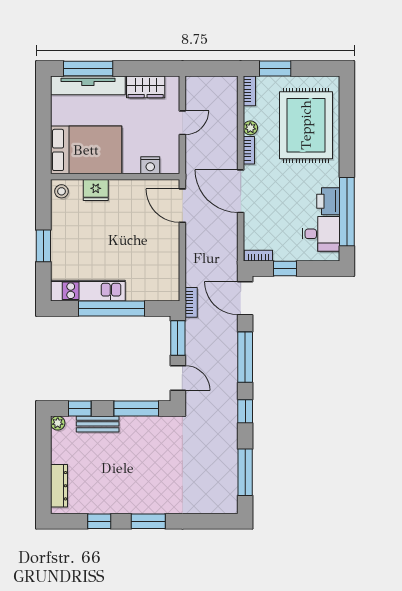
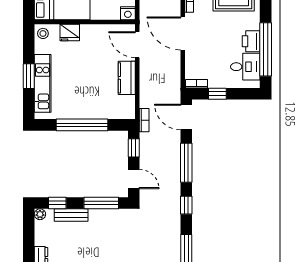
nightstand: (150, 165) -> (128, 13), moved
kitchen counter: (169, 248) -> (127, 78), added
kitchen unit: (88, 291) -> (43, 83), moved, turned 90
window: (178, 338) -> (134, 148), width x0.67

